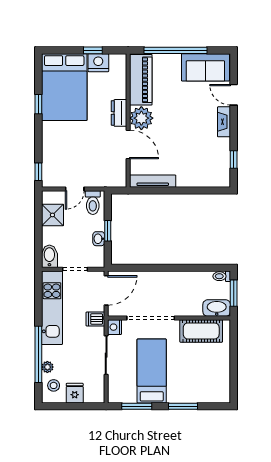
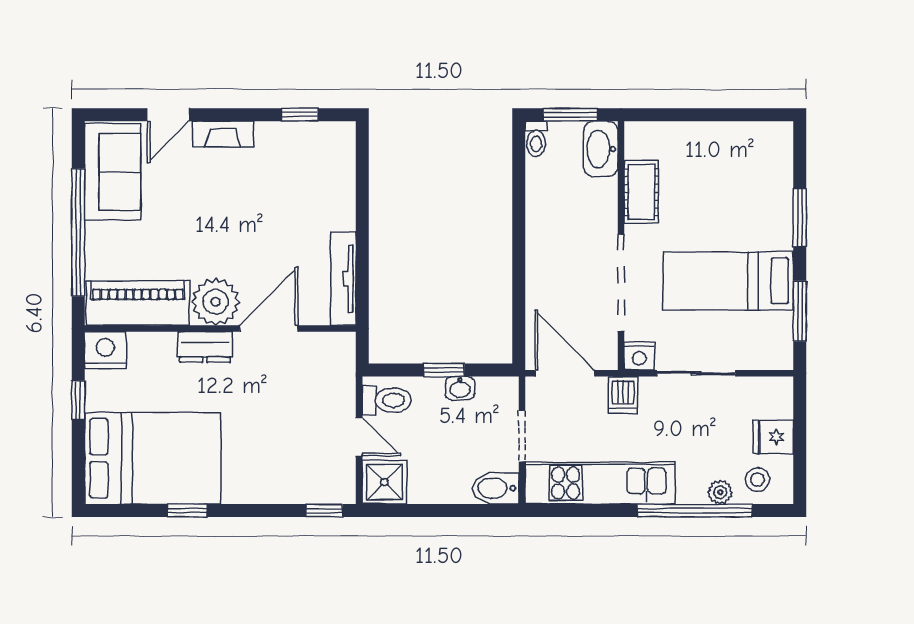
nightstand: (98, 63) -> (105, 350), moved, turned 90
shower: (52, 215) -> (384, 482), moved
cot: (201, 331) -> (641, 192), width x0.73, depth x0.75

